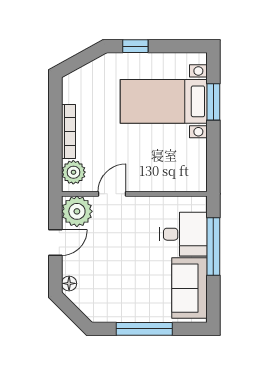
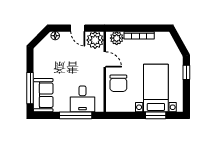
chair: (155, 169) -> (118, 83), added
sofa: (189, 288) -> (43, 95), moved, turned 90
window: (144, 329) -> (30, 88), moved

